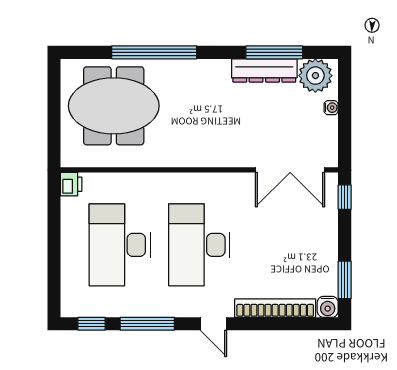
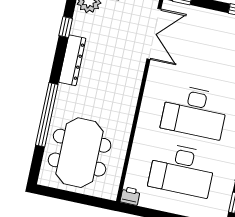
window: (274, 52) -> (66, 27), width x0.46
dresser: (264, 71) -> (72, 60), moved

